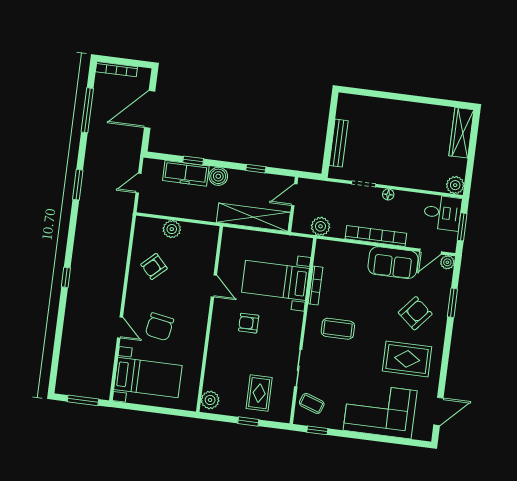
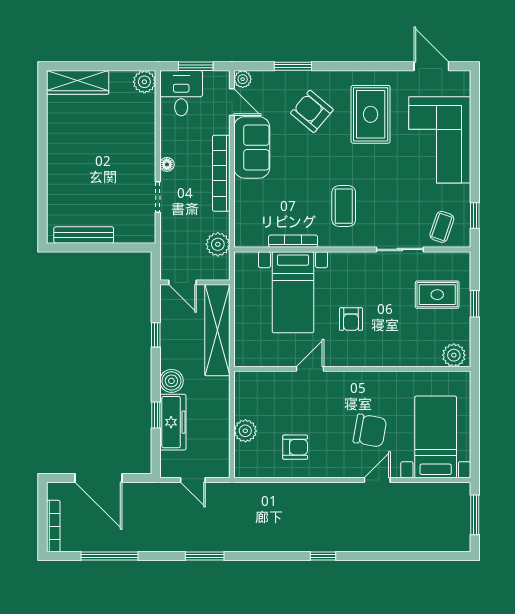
bench: (339, 143) -> (84, 235), moved
armchair: (154, 266) -> (295, 447), turned -47

